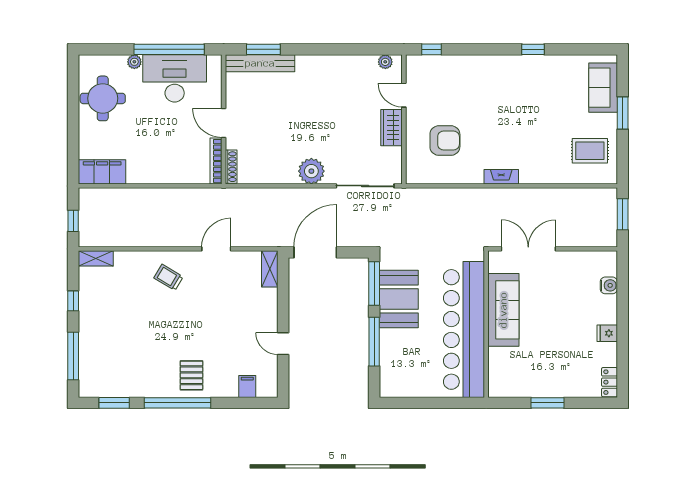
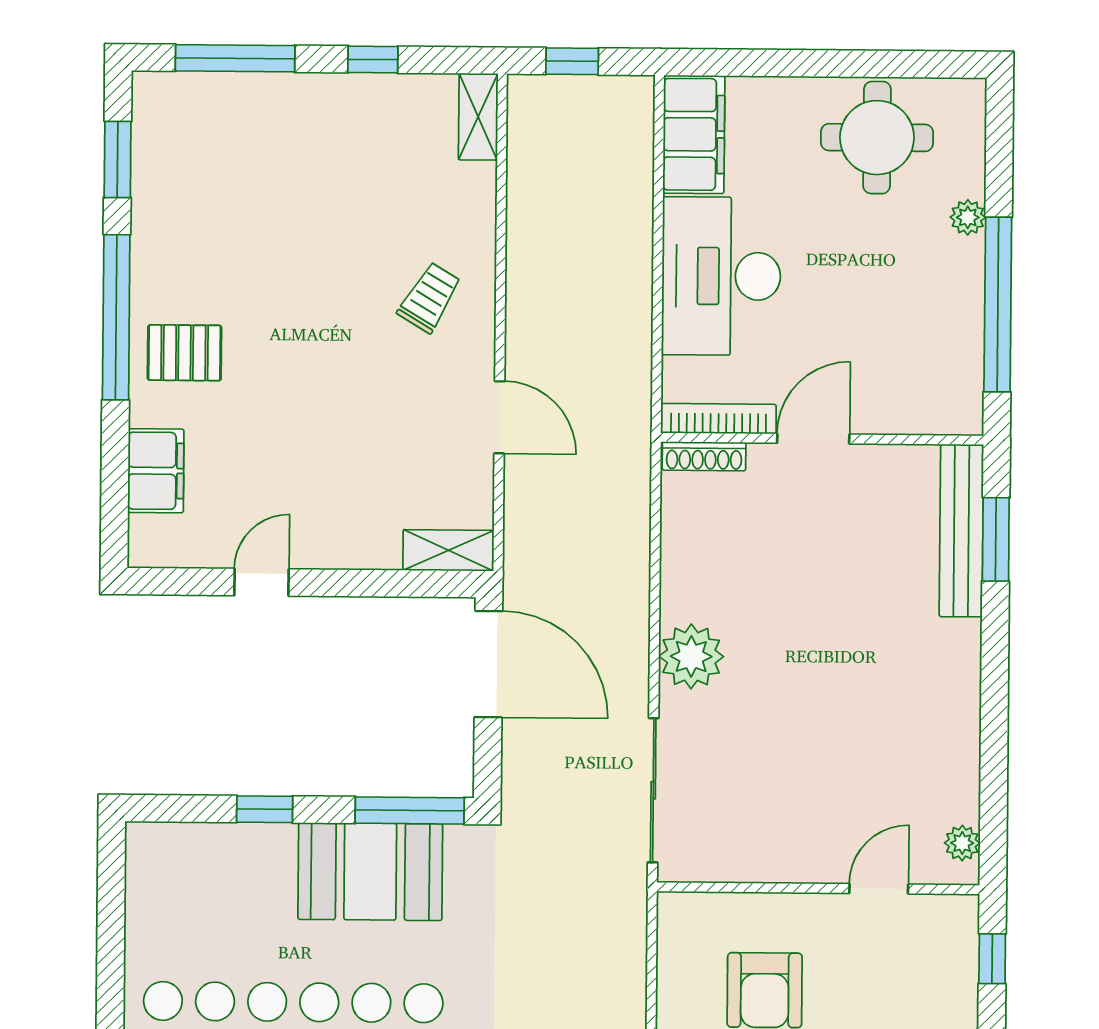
desk: (175, 78) -> (721, 276), moved, turned 180
wardrobe: (391, 128) -> (798, 857), removed
window: (374, 342) -> (265, 809), width x0.46
filing cabinet: (247, 386) -> (156, 471), width x2.00

